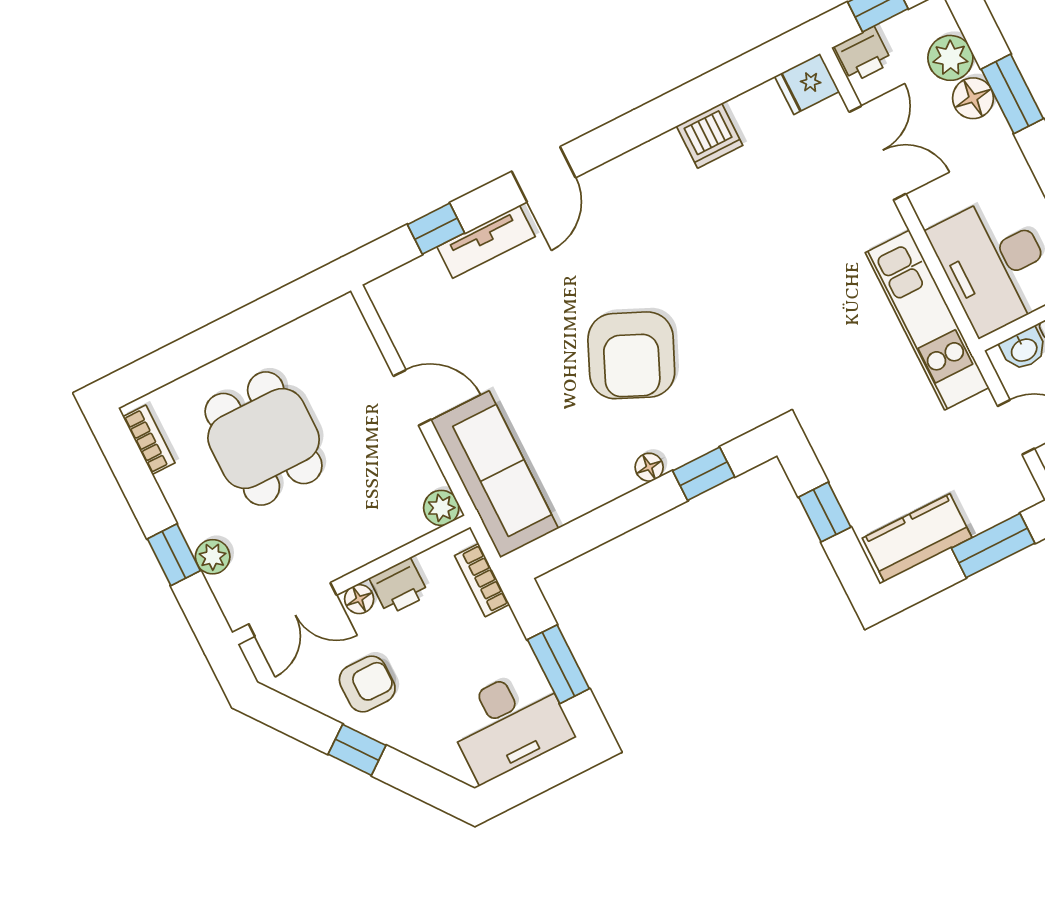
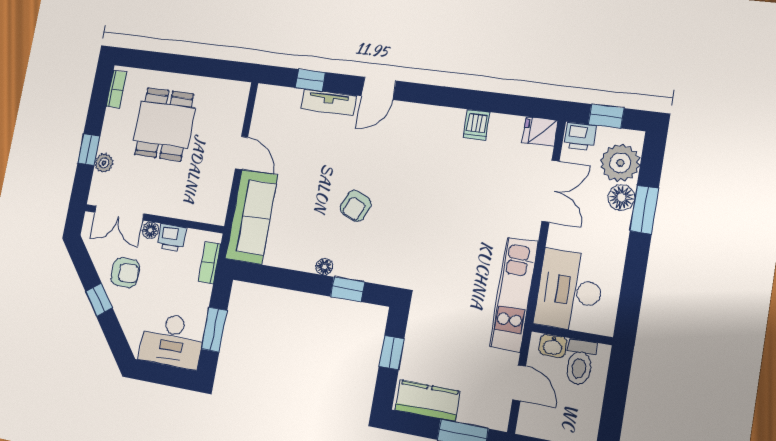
plant: (950, 58) -> (620, 163), width x1.36, depth x1.36
dishwasher: (710, 136) -> (476, 125), width x0.73
armchair: (631, 355) -> (356, 206), width x0.53, depth x0.53
plant: (441, 508) -> (217, 215), removed

